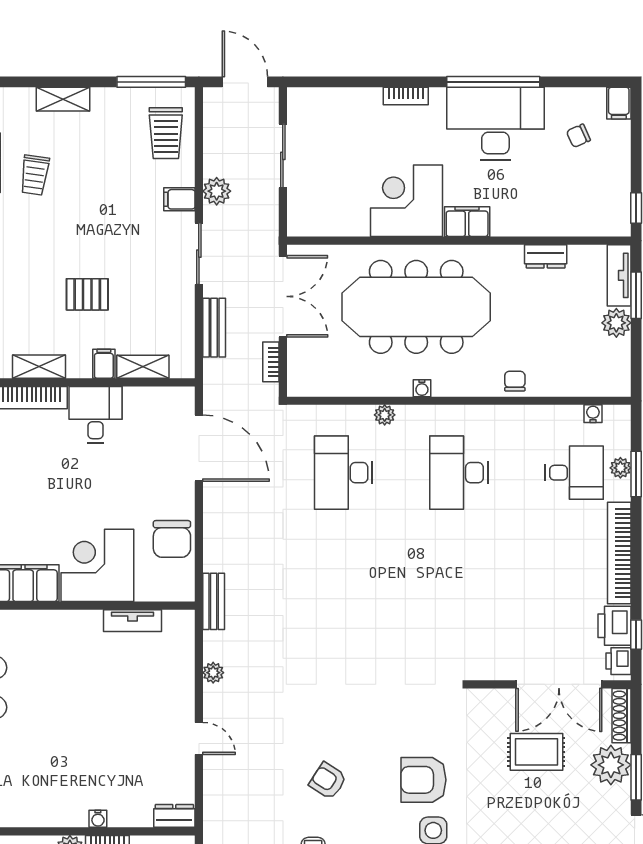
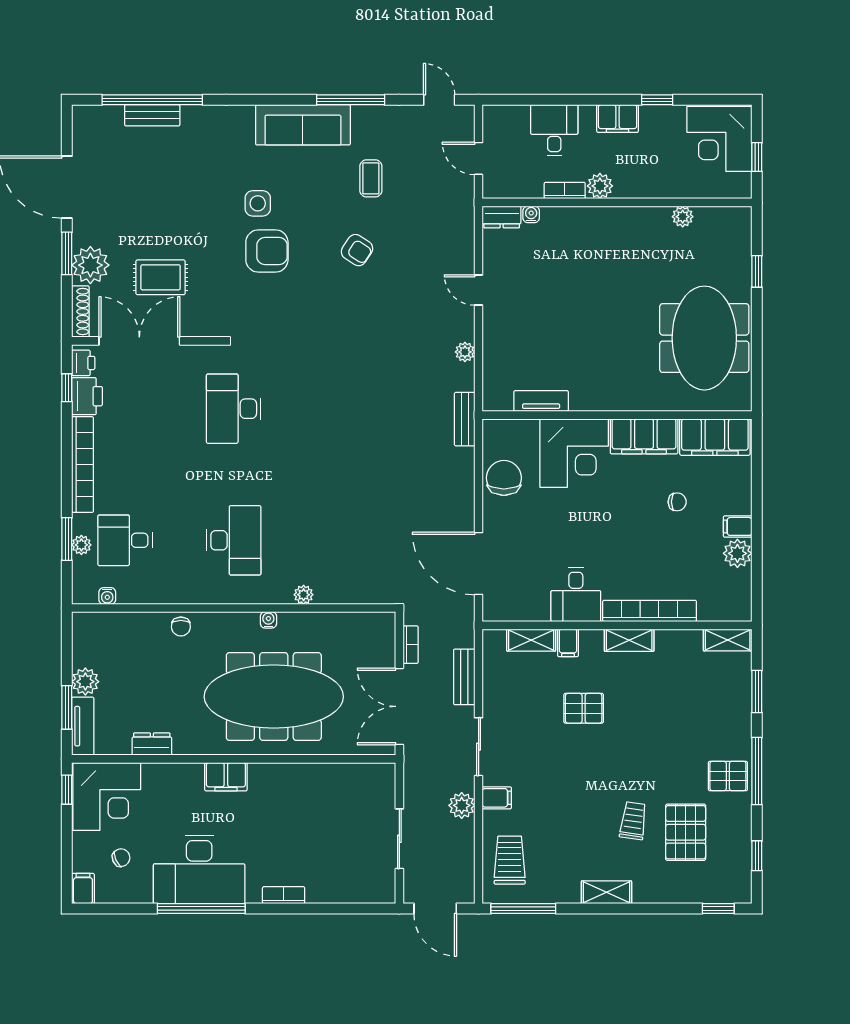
corner desk: (406, 201) -> (107, 796), moved
desk: (343, 473) -> (234, 409), moved, turned 180
water cooler: (98, 819) -> (531, 214), moved

